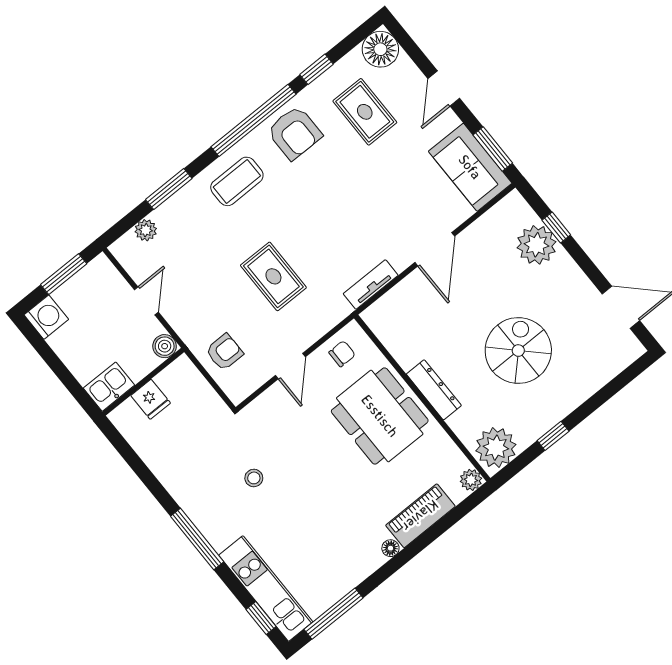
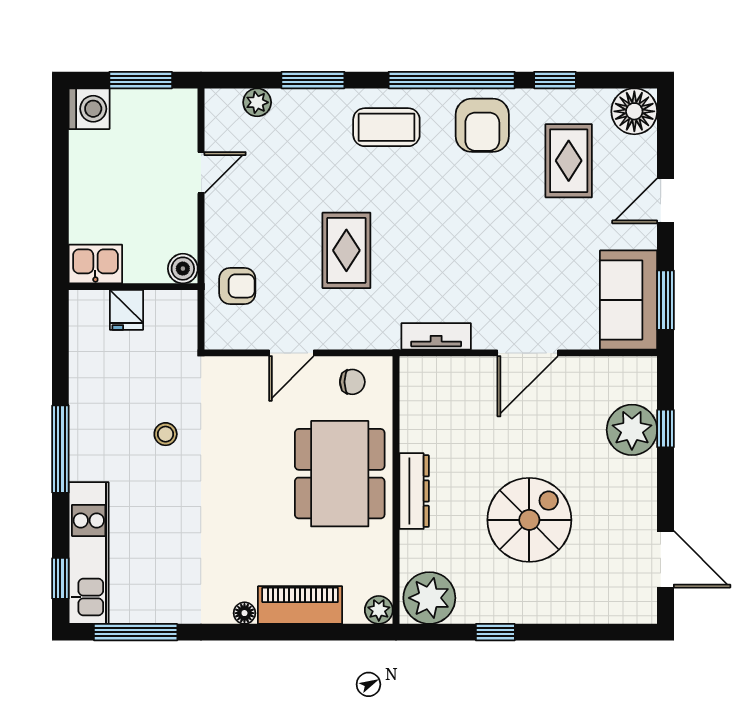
boiler: (165, 346) -> (183, 269), moved
wall: (143, 382) -> (133, 287), moved
kitchen sink: (109, 387) -> (95, 264), moved
fridge: (151, 399) -> (126, 310), moved

